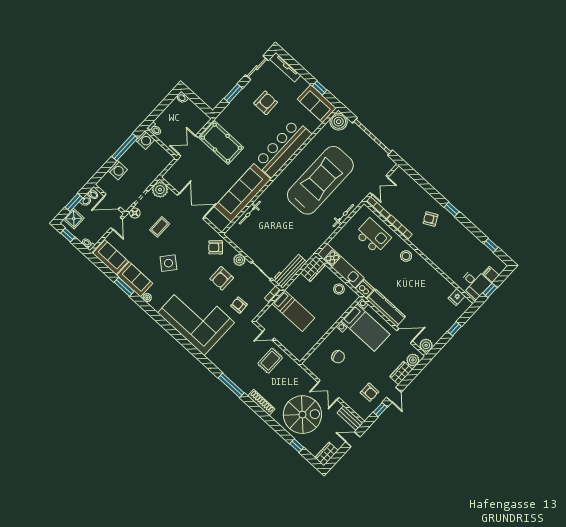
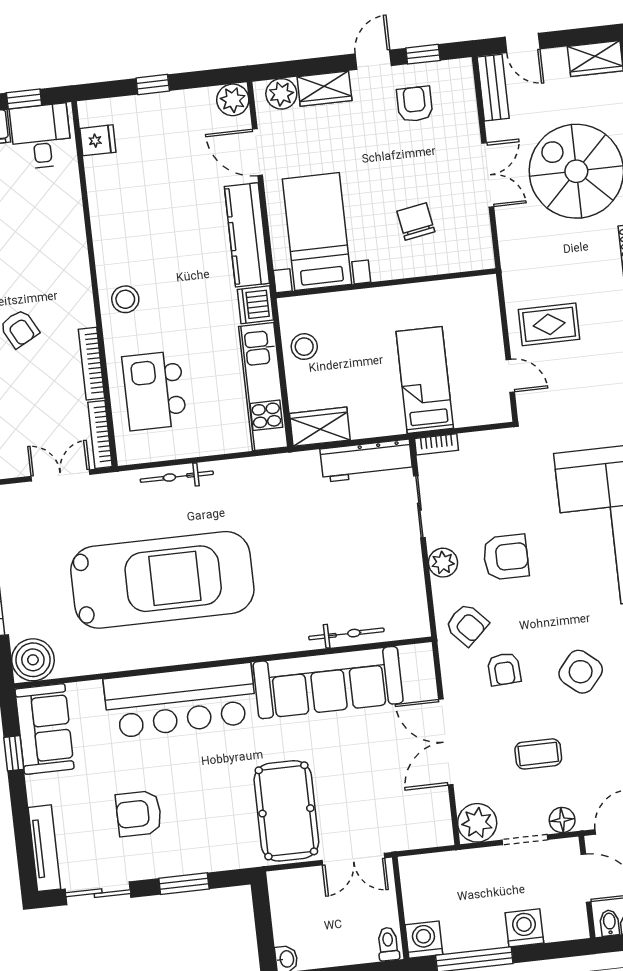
car: (320, 180) -> (162, 580), turned 180
armchair: (239, 305) -> (504, 669), moved

